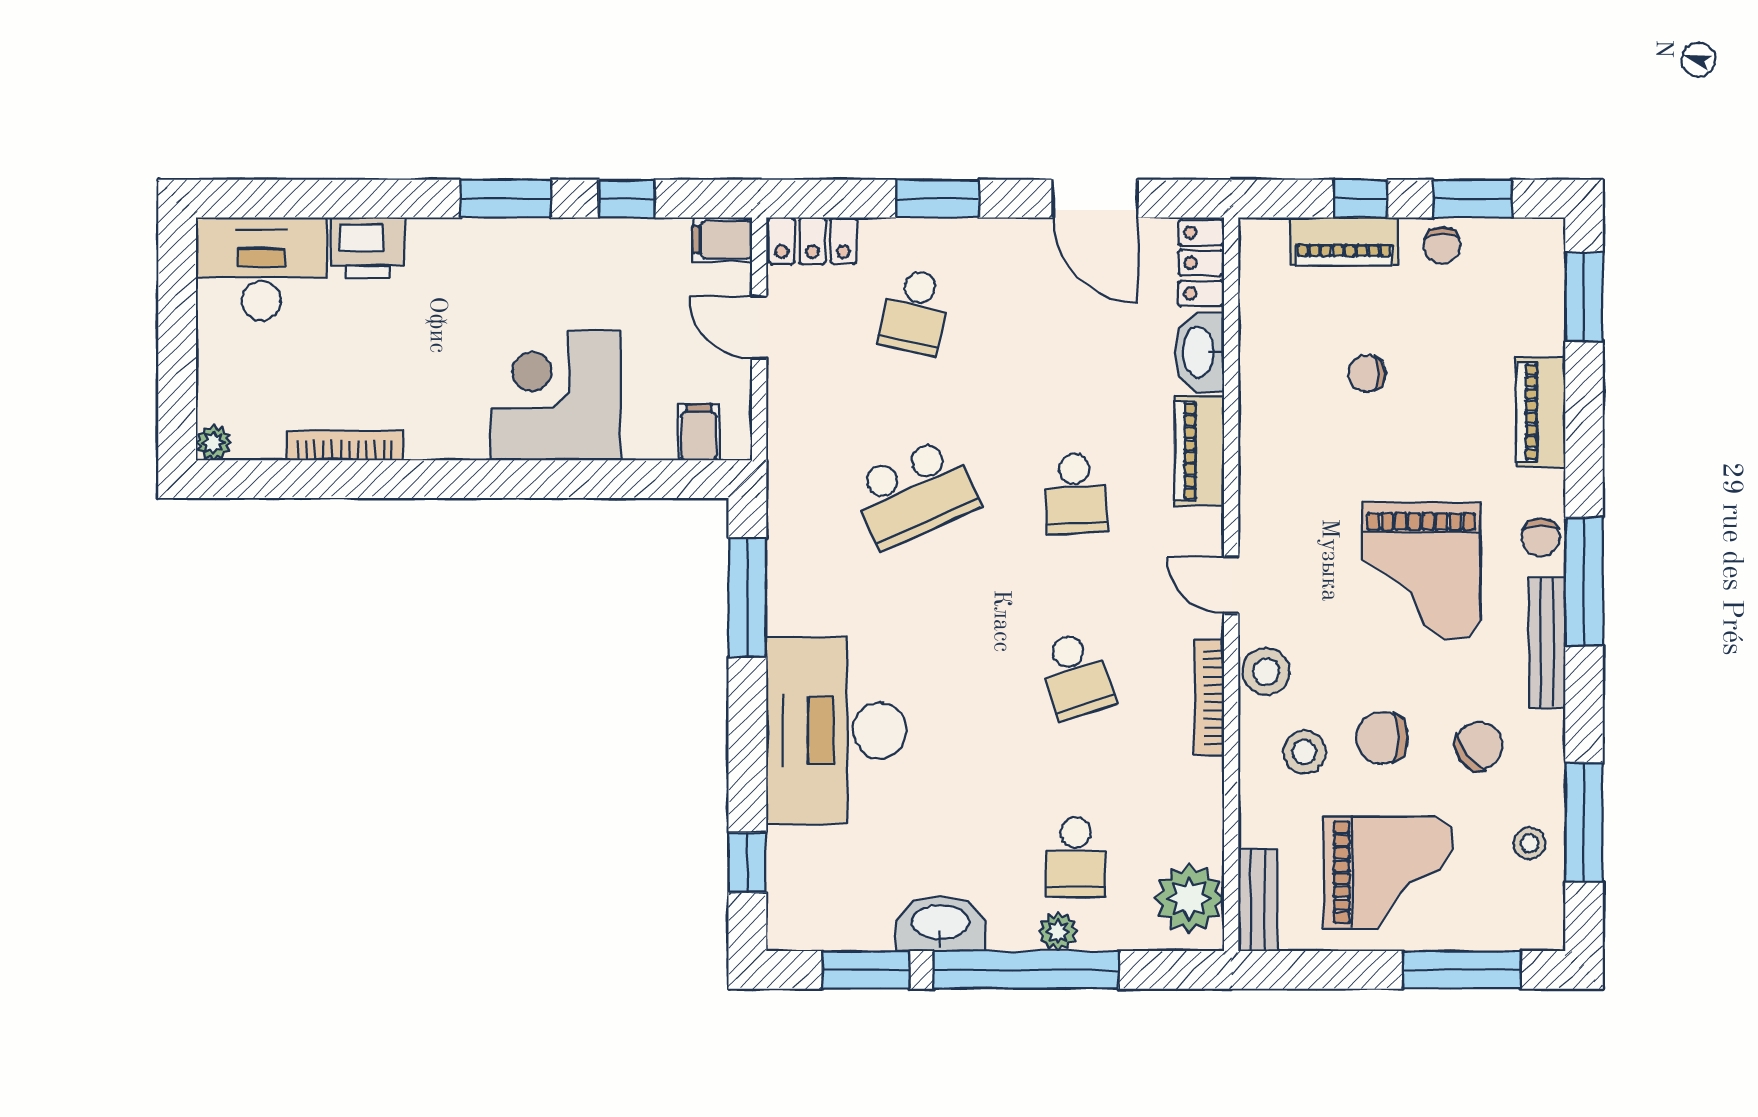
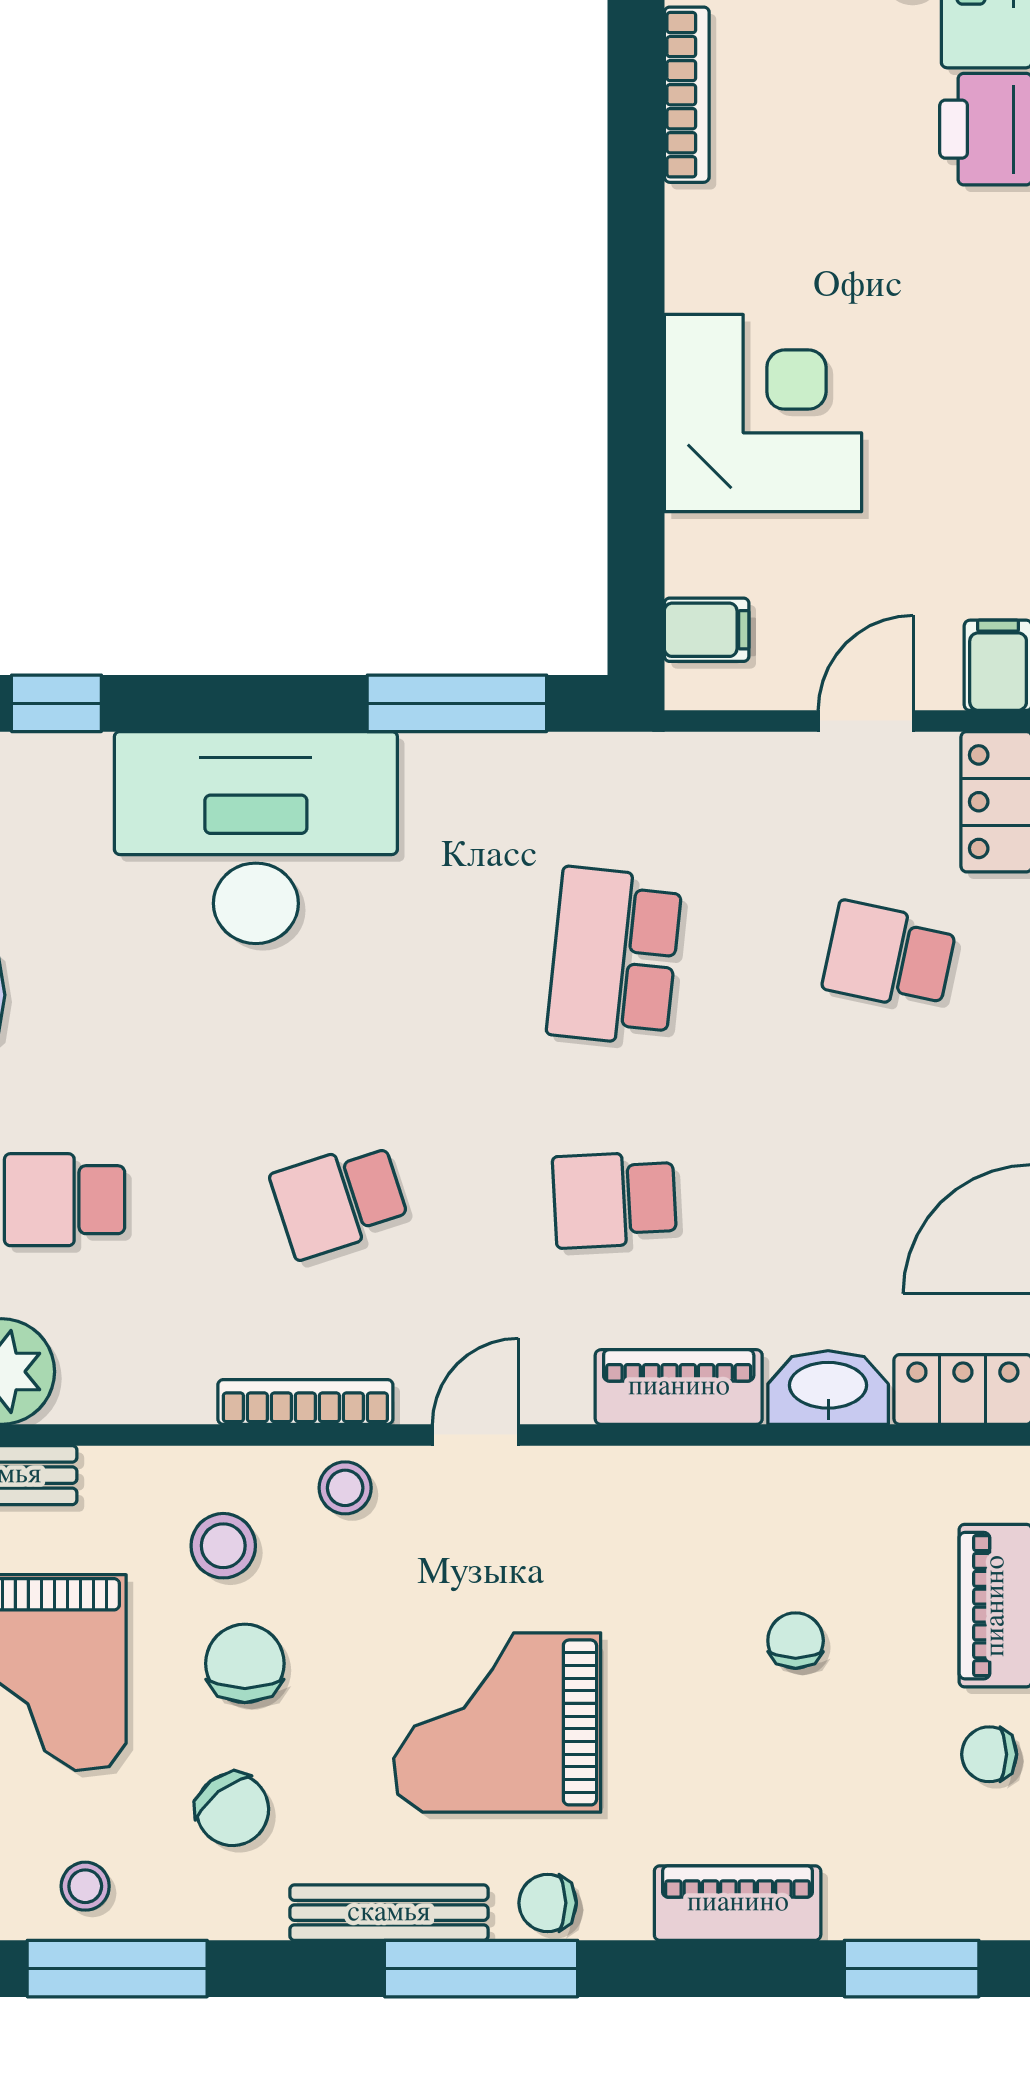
school desk: (915, 493) -> (614, 956), turned 30
stool: (1266, 671) -> (345, 1488), width x0.73, depth x0.73

